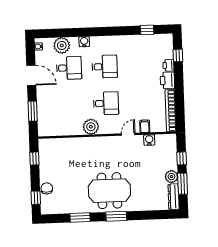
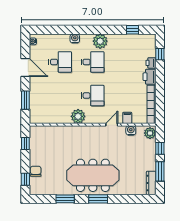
plant: (62, 45) -> (100, 41), moved
plant: (172, 177) -> (150, 133), moved
meeting table: (109, 191) -> (93, 175), width x1.36

